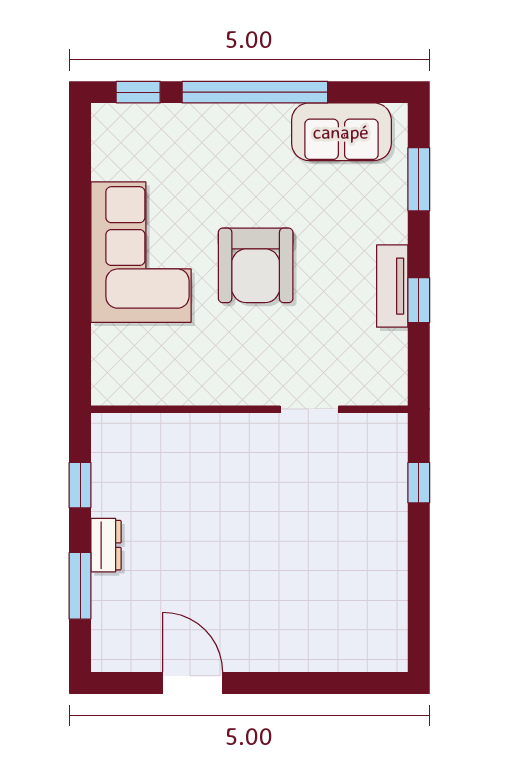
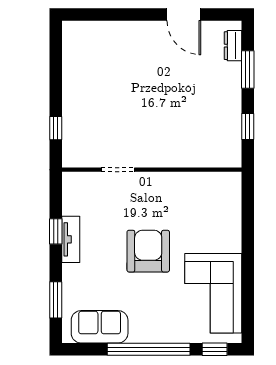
corner sofa: (141, 252) -> (213, 293), moved
dresser: (106, 545) -> (233, 46), moved

